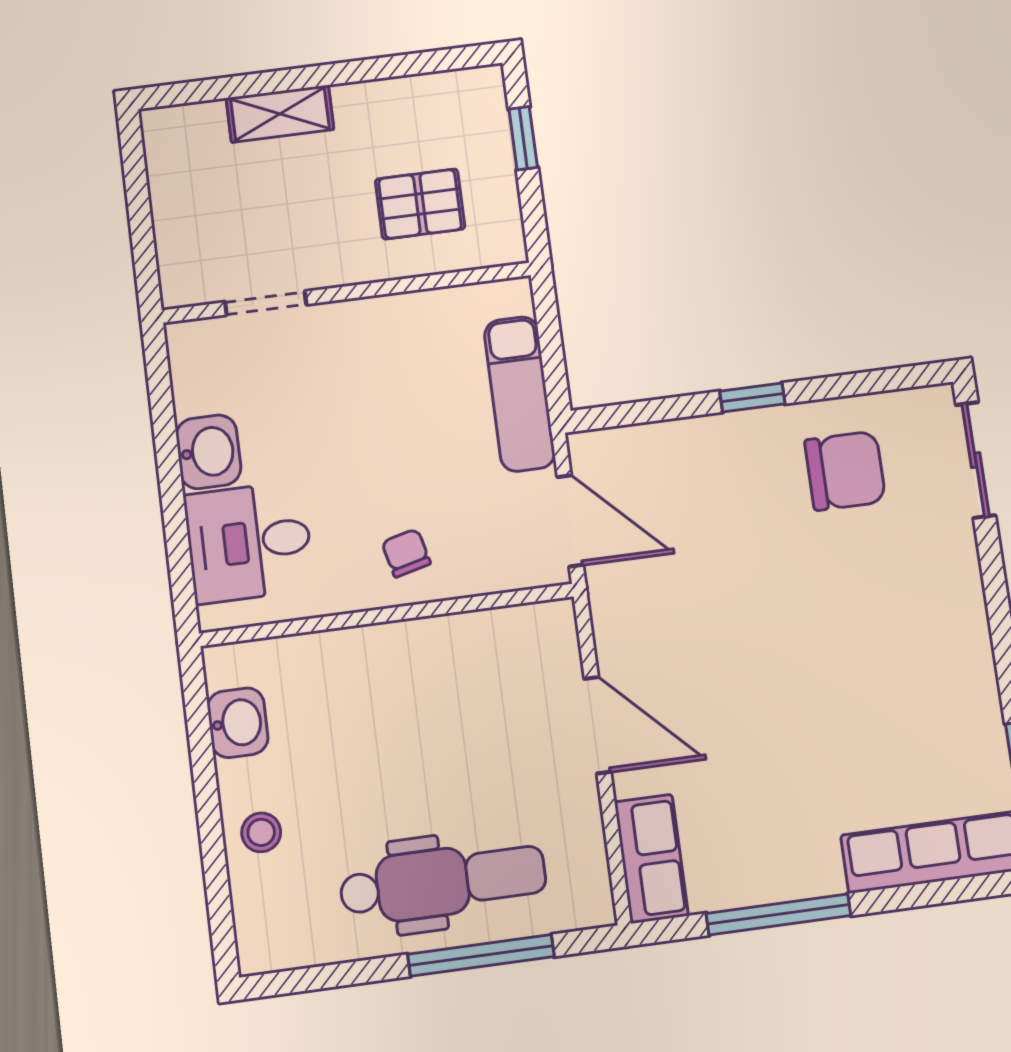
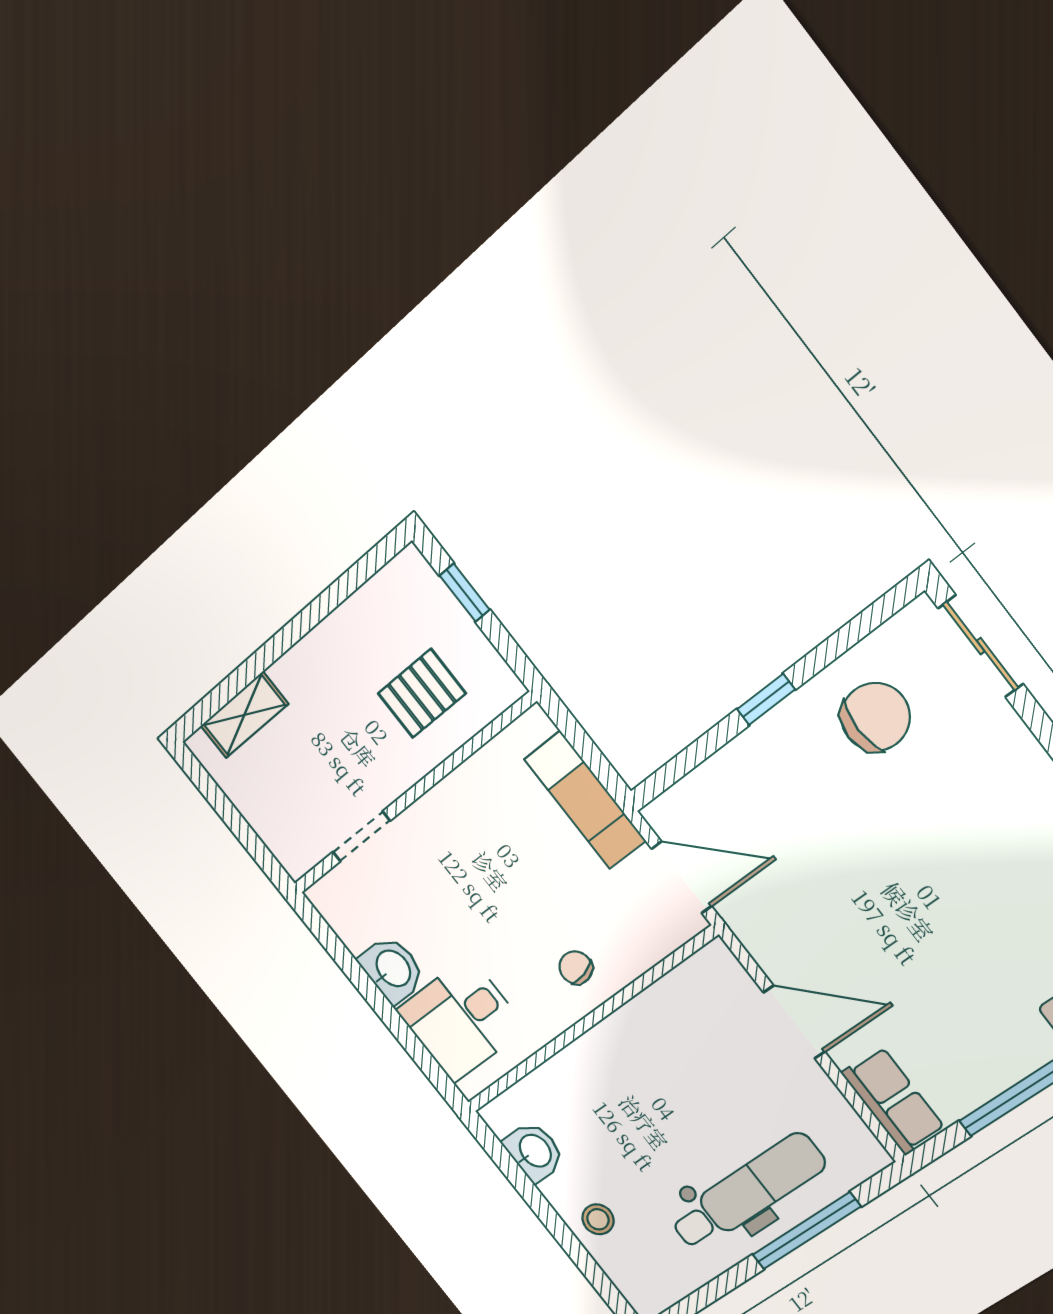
shelving: (280, 114) -> (244, 715), moved

